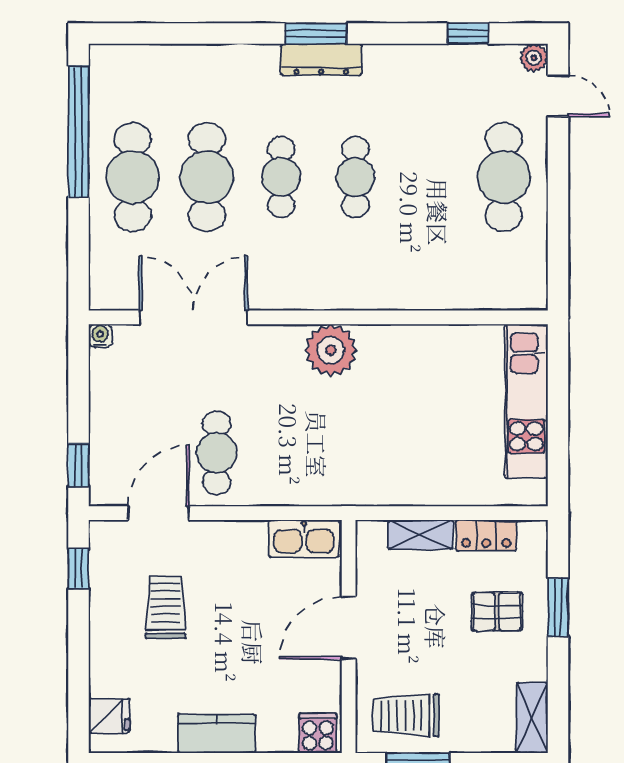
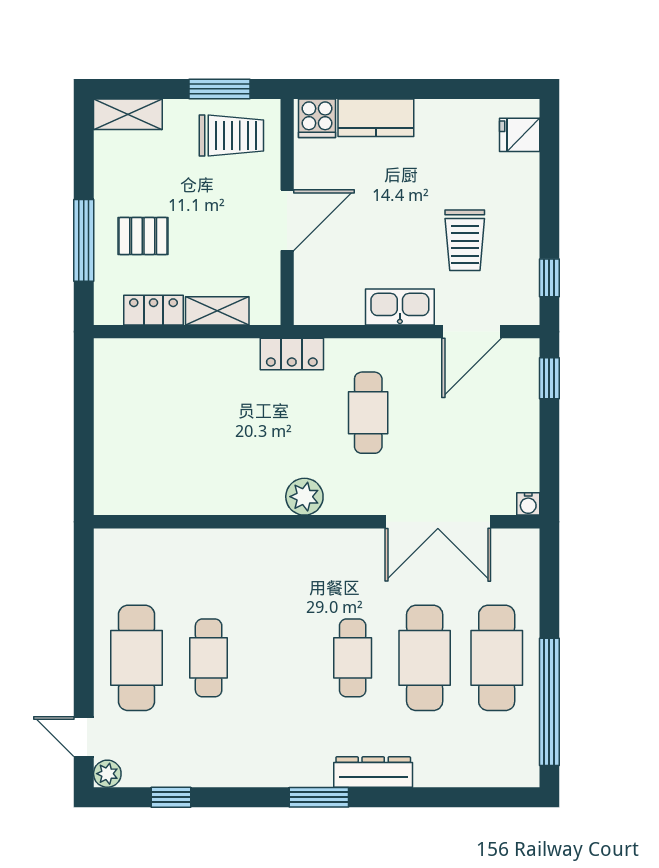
dresser: (321, 59) -> (373, 772), moved
cafe table: (355, 177) -> (209, 658), moved
plant: (331, 350) -> (304, 497), width x0.73, depth x0.73
kitchen unit: (526, 401) -> (115, 441), removed
cafe table: (217, 453) -> (368, 413), moved
locker: (344, 490) -> (292, 354), added
kitchen sink: (304, 539) -> (400, 307), moved
window: (558, 607) -> (84, 240), width x1.44
shelving: (532, 718) -> (128, 114), moved, turned 90
kitchen counter: (216, 734) -> (376, 118), moved

